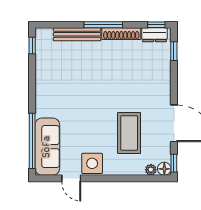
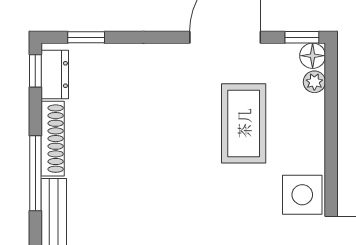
coffee table: (129, 133) -> (244, 123), turned 90

